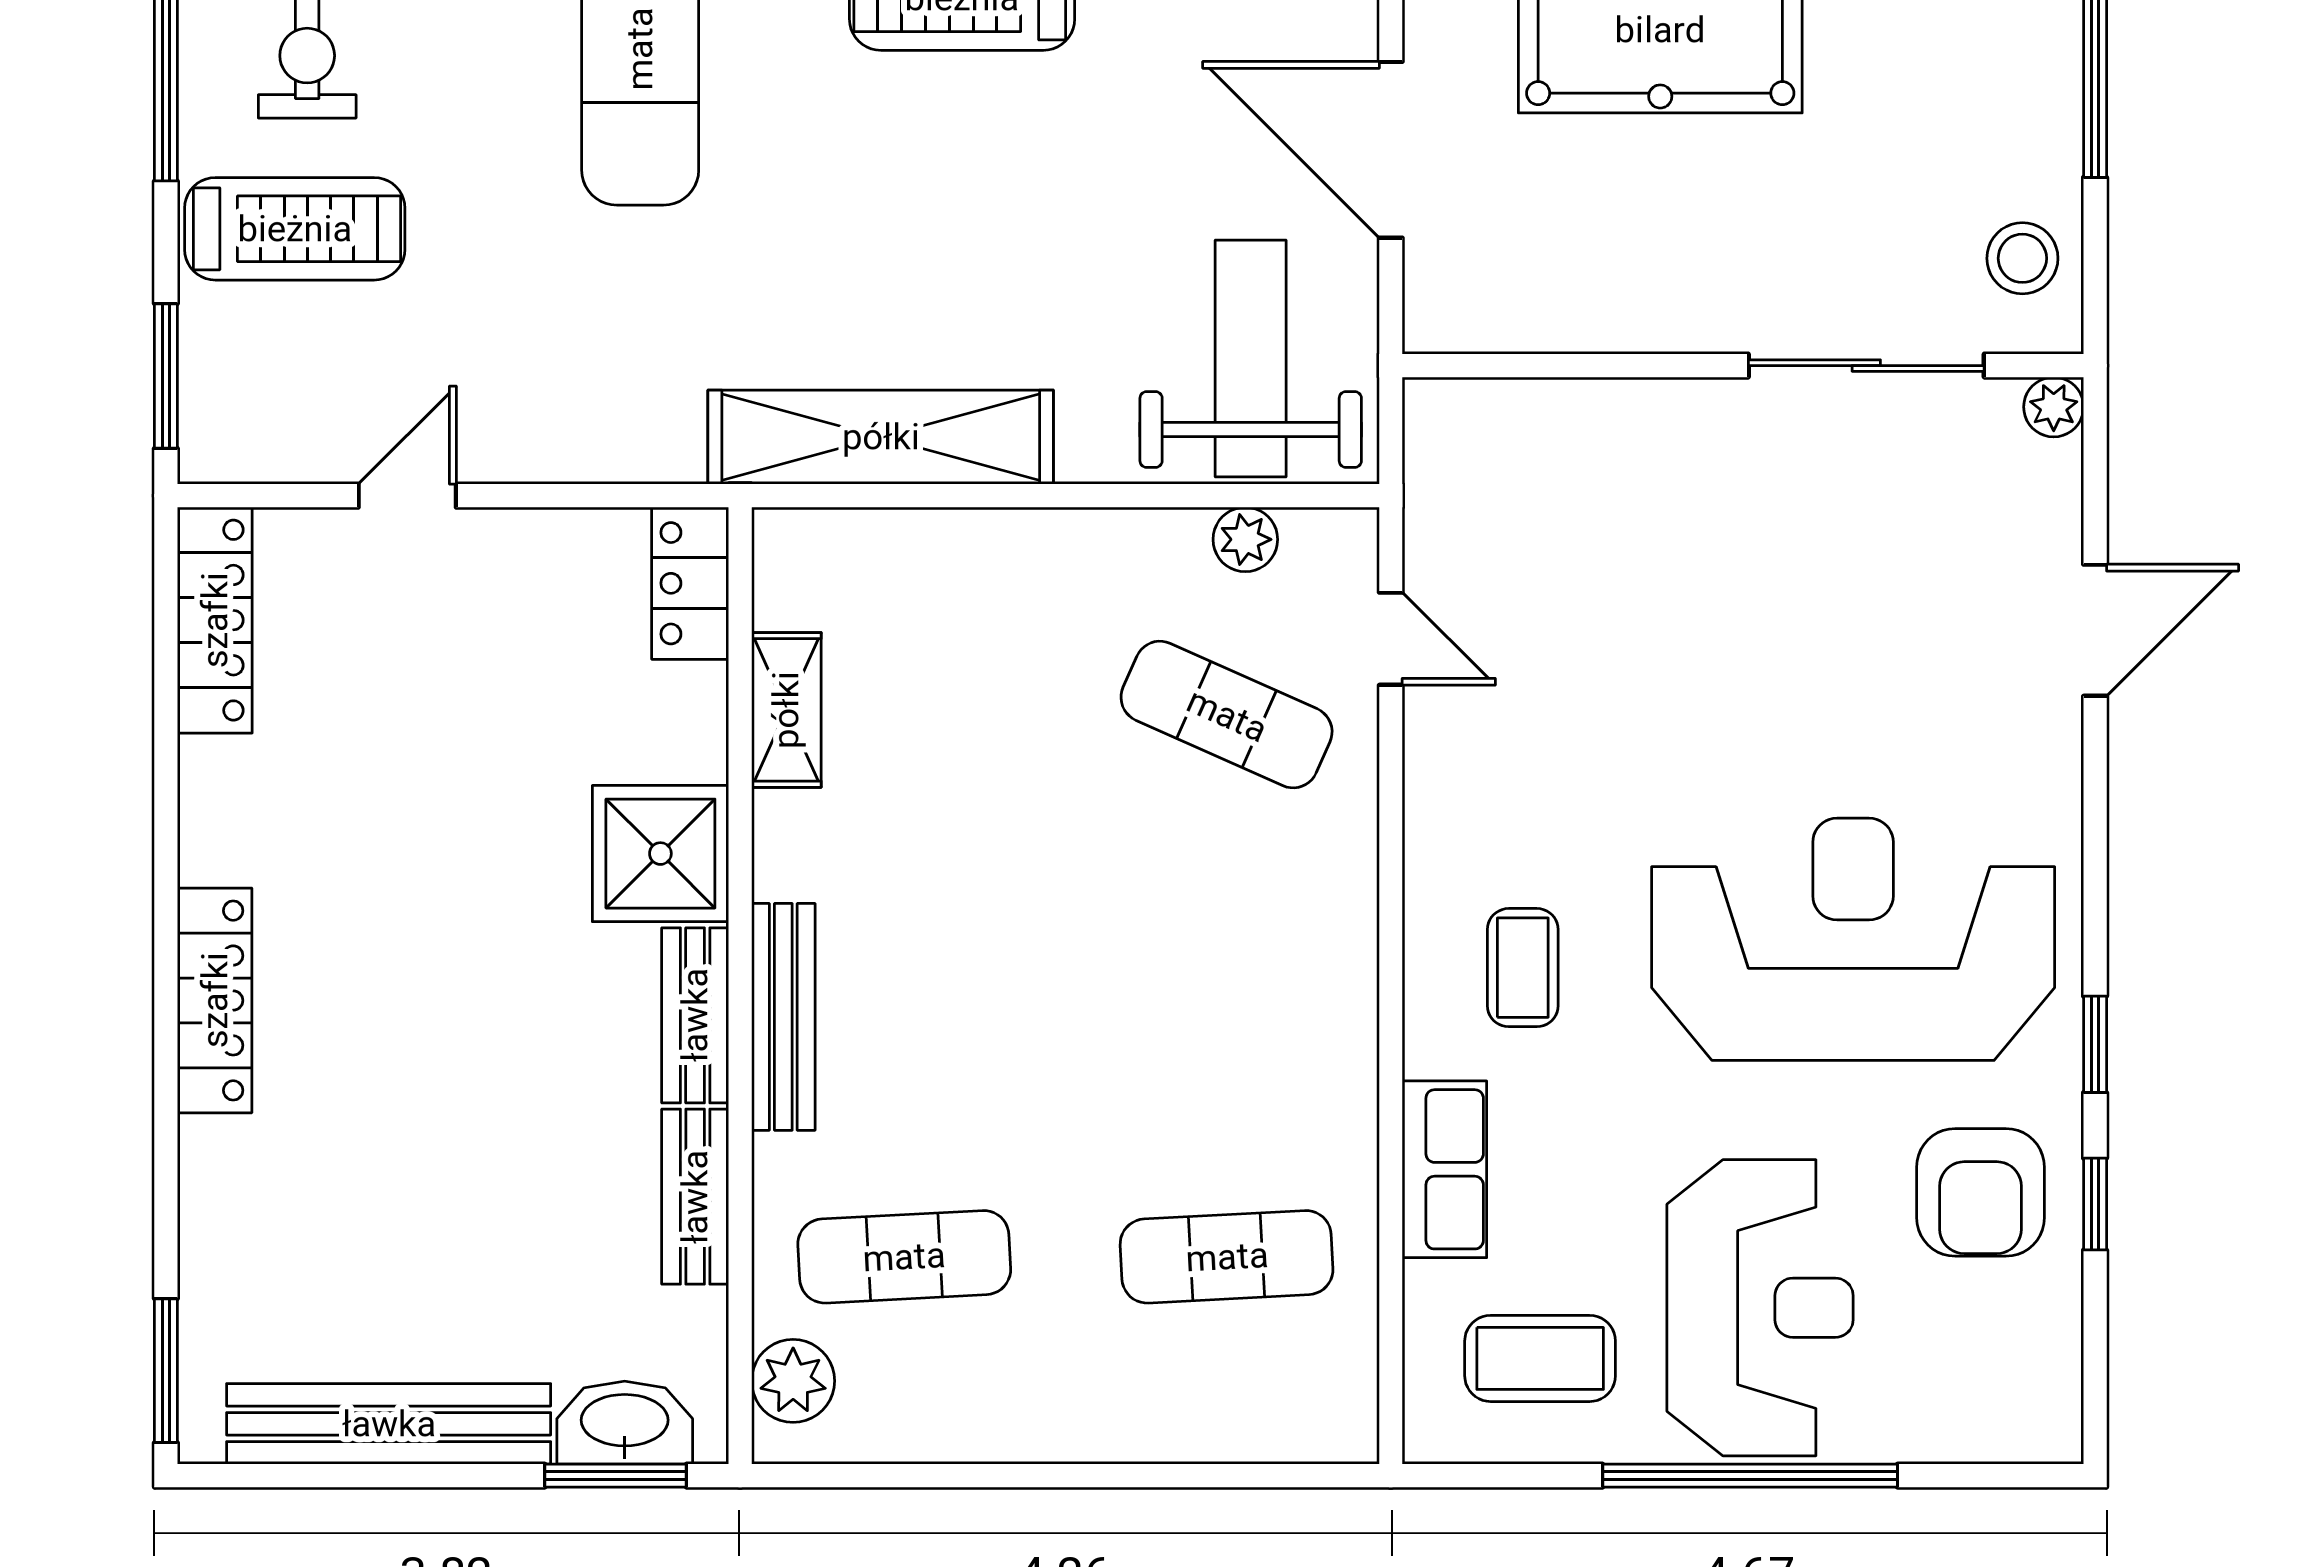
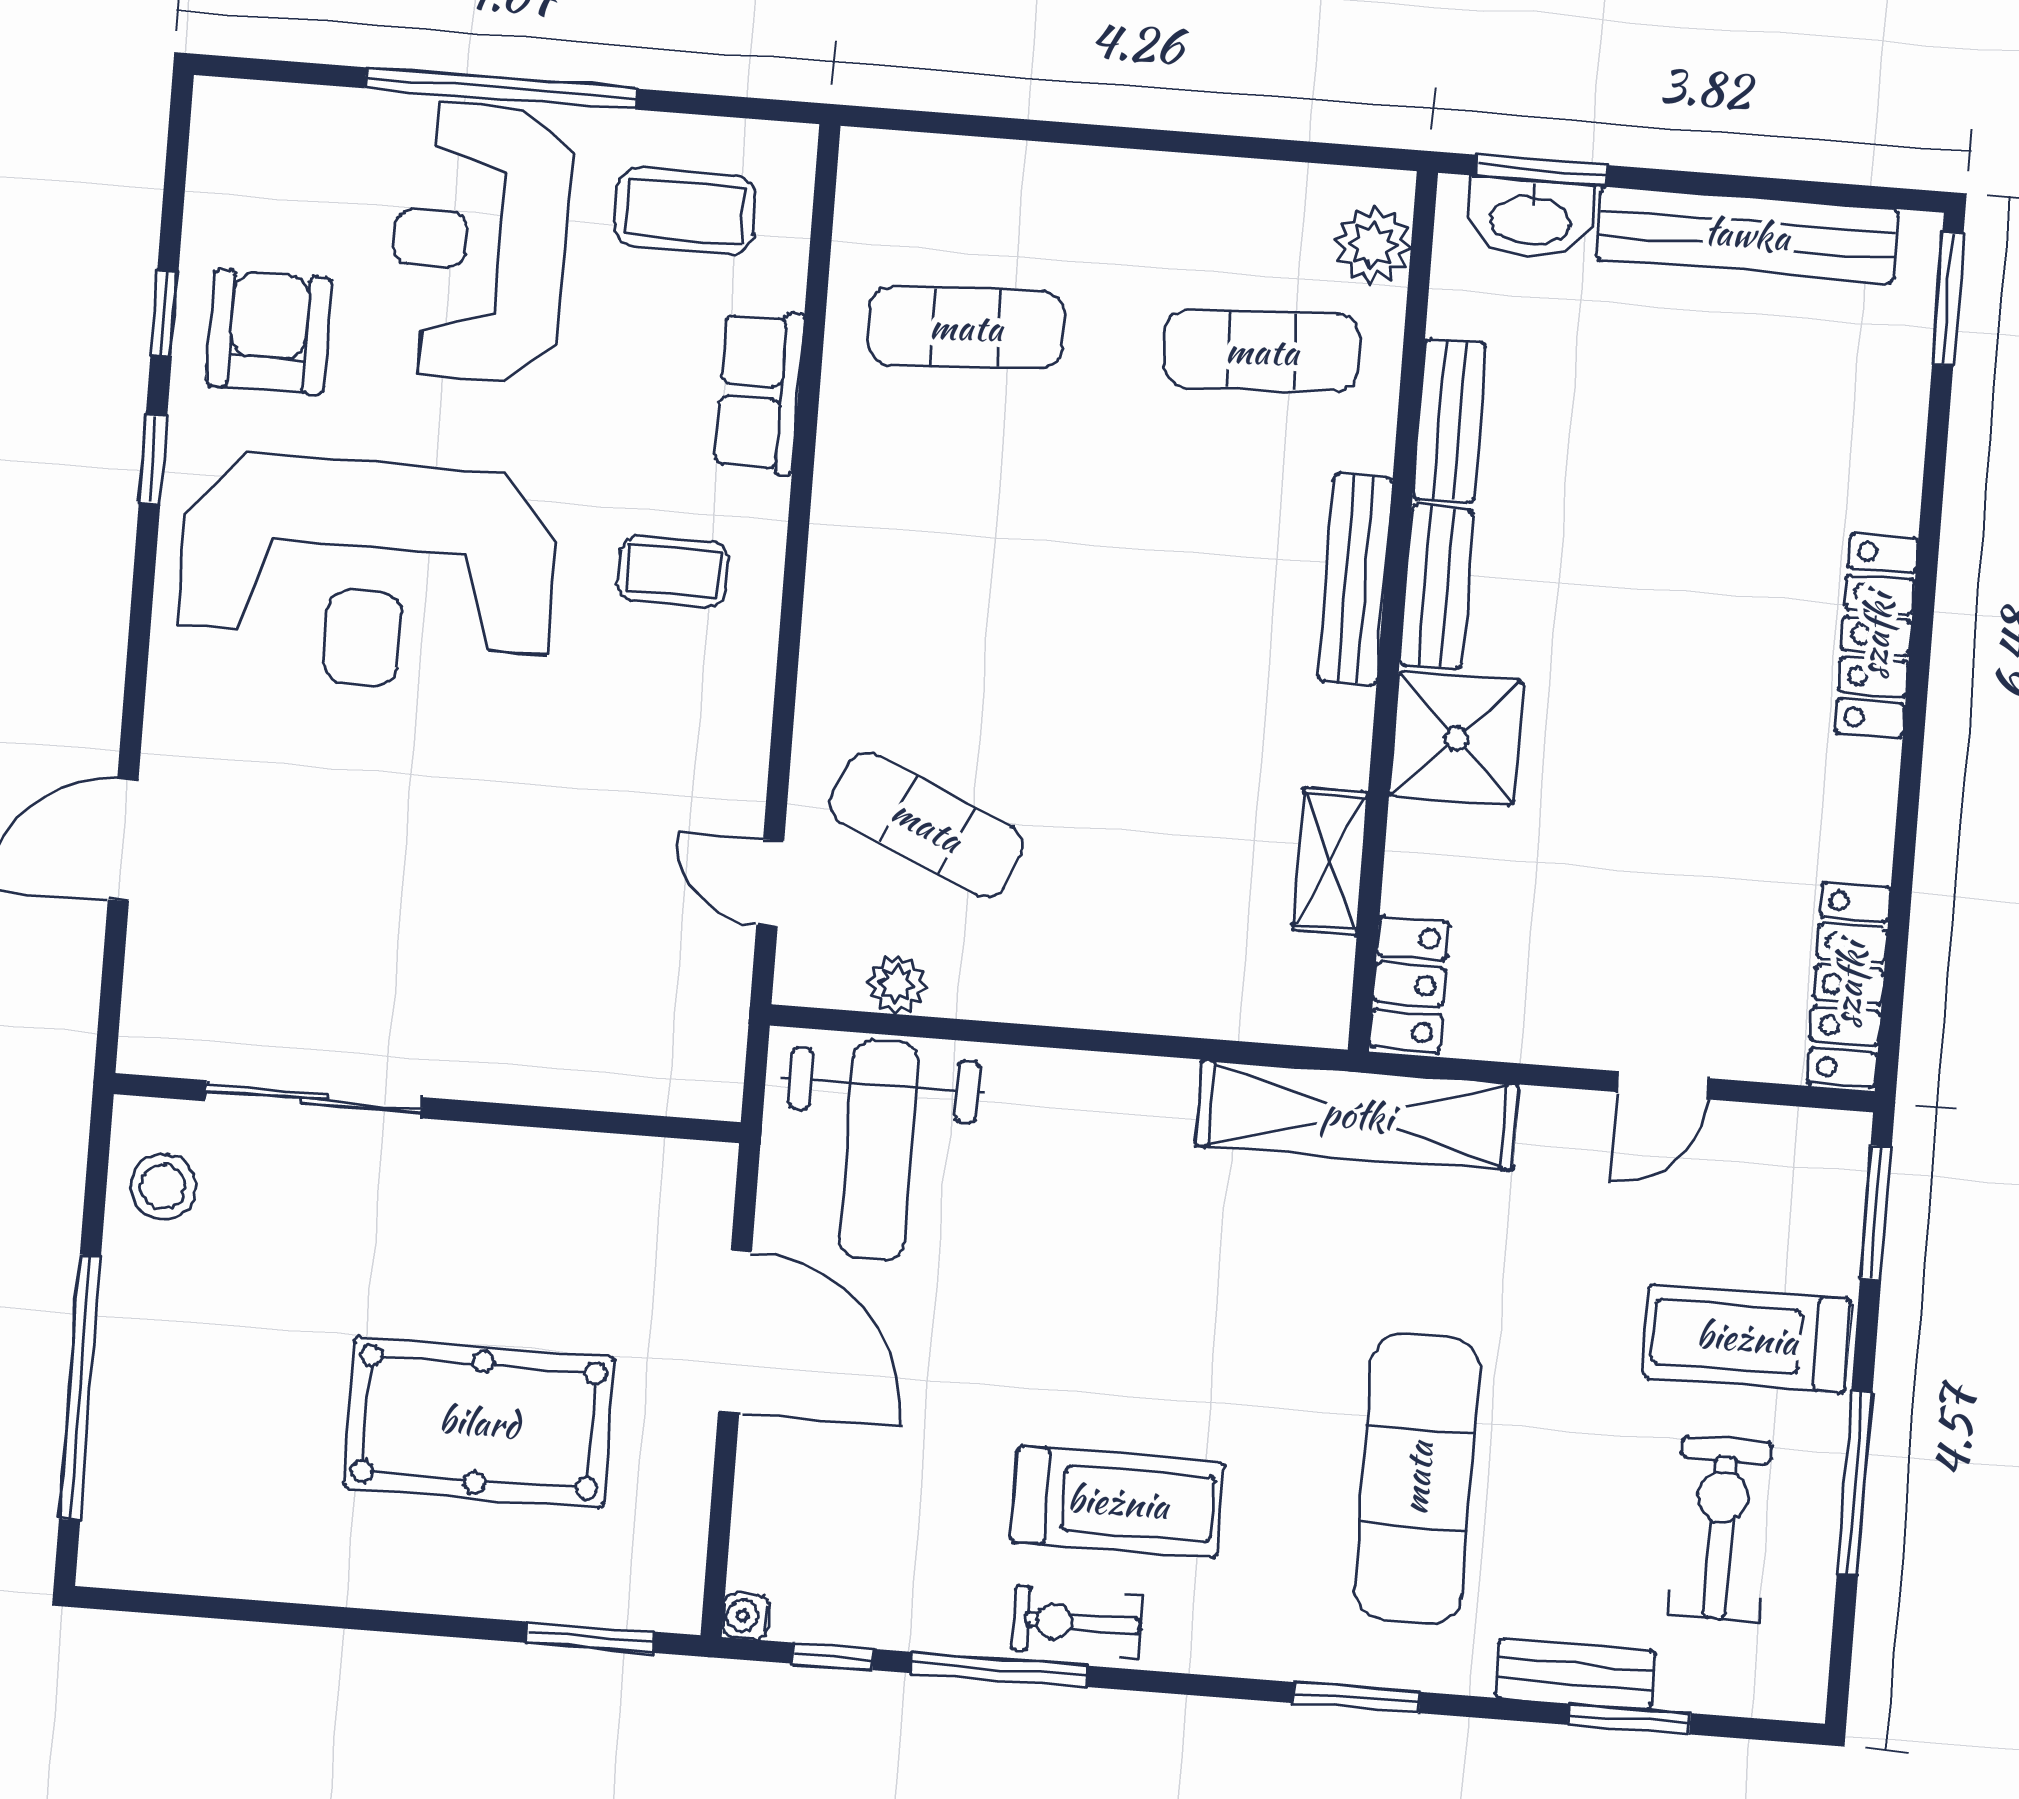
plant: (2054, 407) -> (145, 1048), removed
shelving: (881, 437) -> (1357, 1115), moved
coffee table: (1523, 968) -> (673, 571), turned 90

